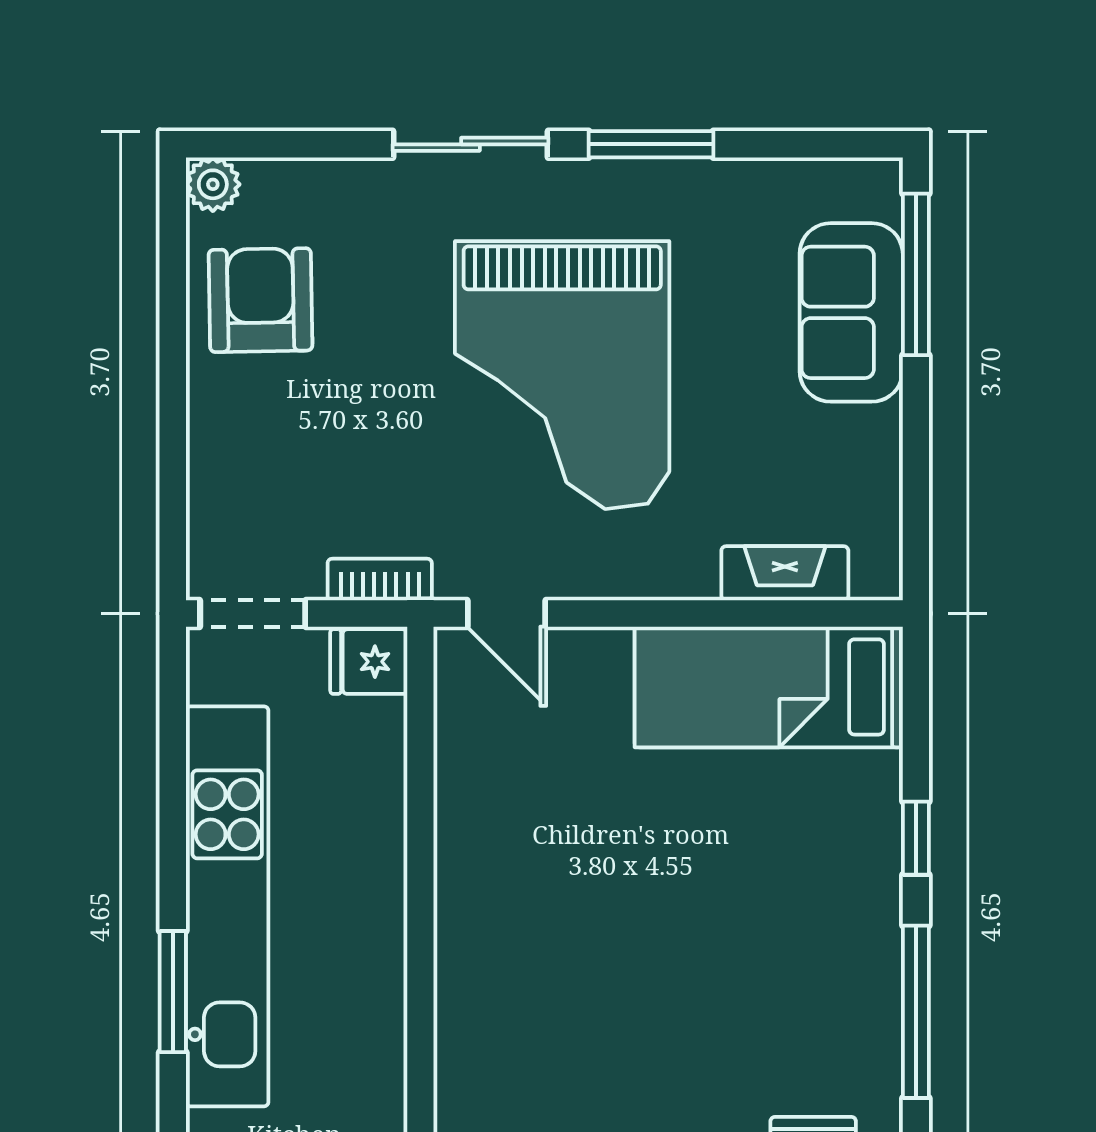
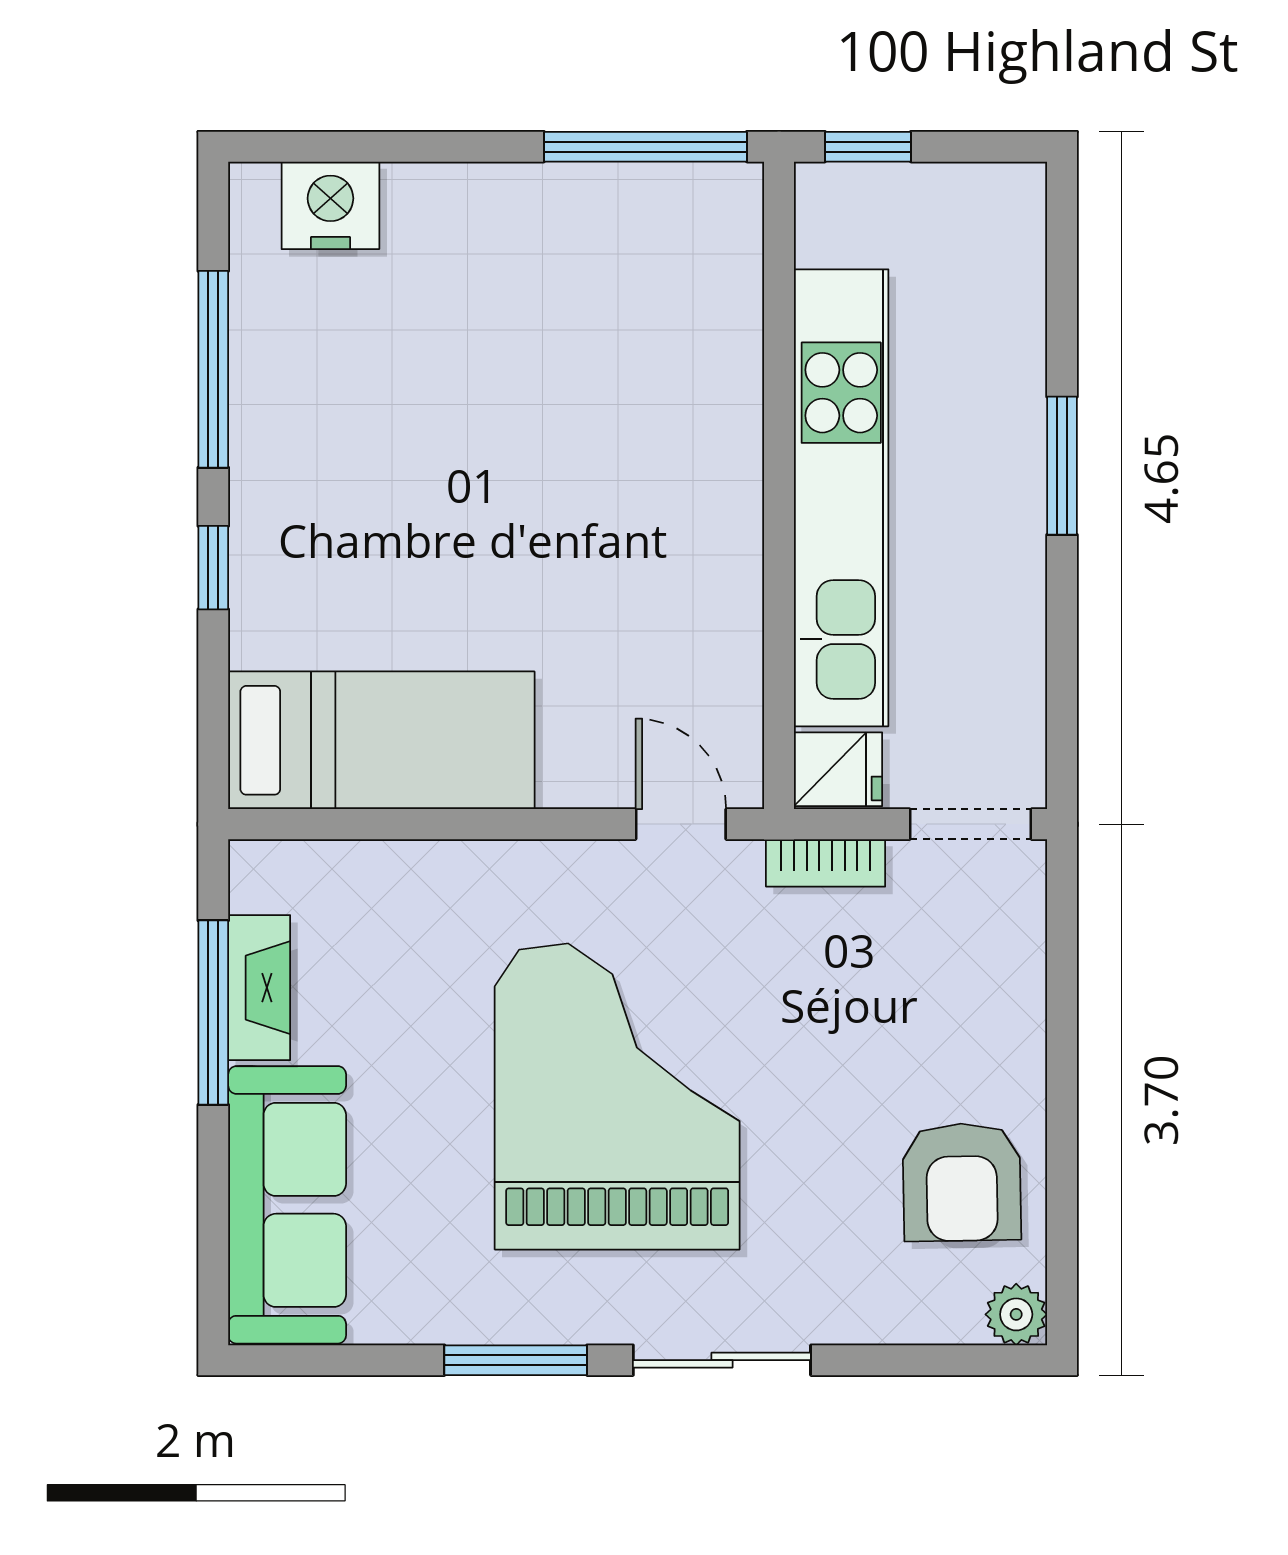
window: (916, 274) -> (213, 1013), moved
sofa: (851, 312) -> (287, 1205), width x1.36
fireplace: (785, 573) -> (259, 988), moved, turned -90
kitchen unit: (227, 906) -> (841, 498), moved, turned 180
window: (173, 992) -> (1062, 466), moved

